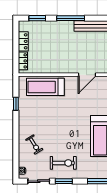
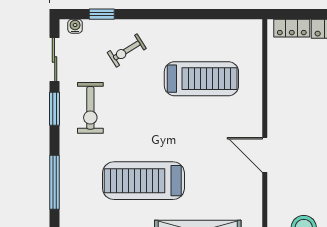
treadmill: (45, 87) -> (201, 79), moved, turned 90
window: (16, 104) -> (102, 14), moved

